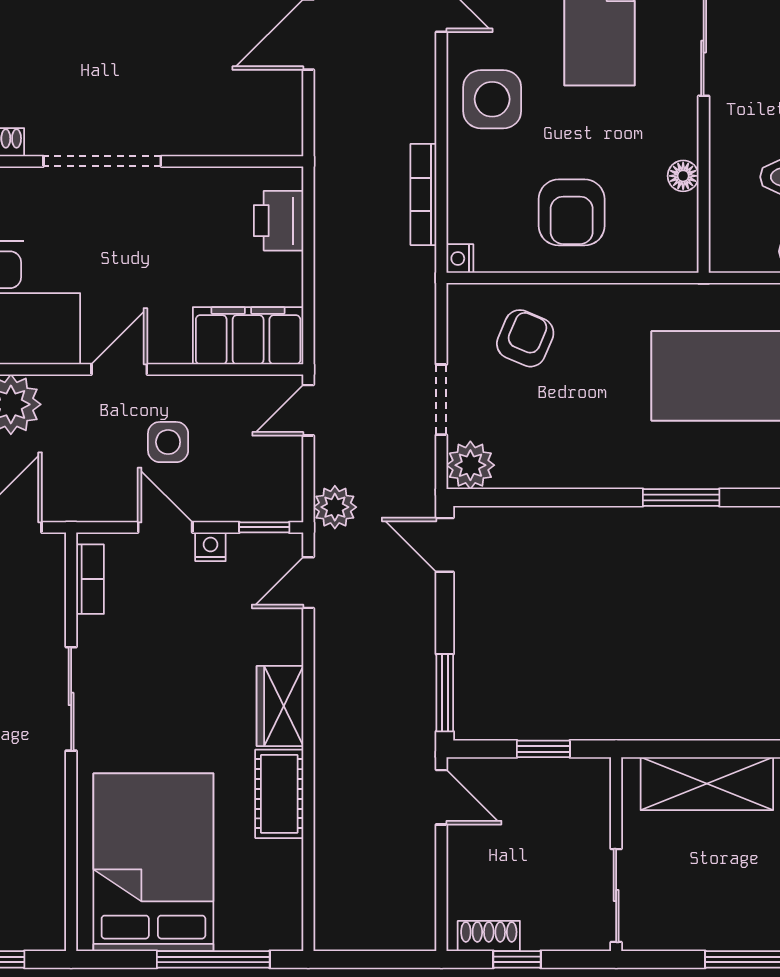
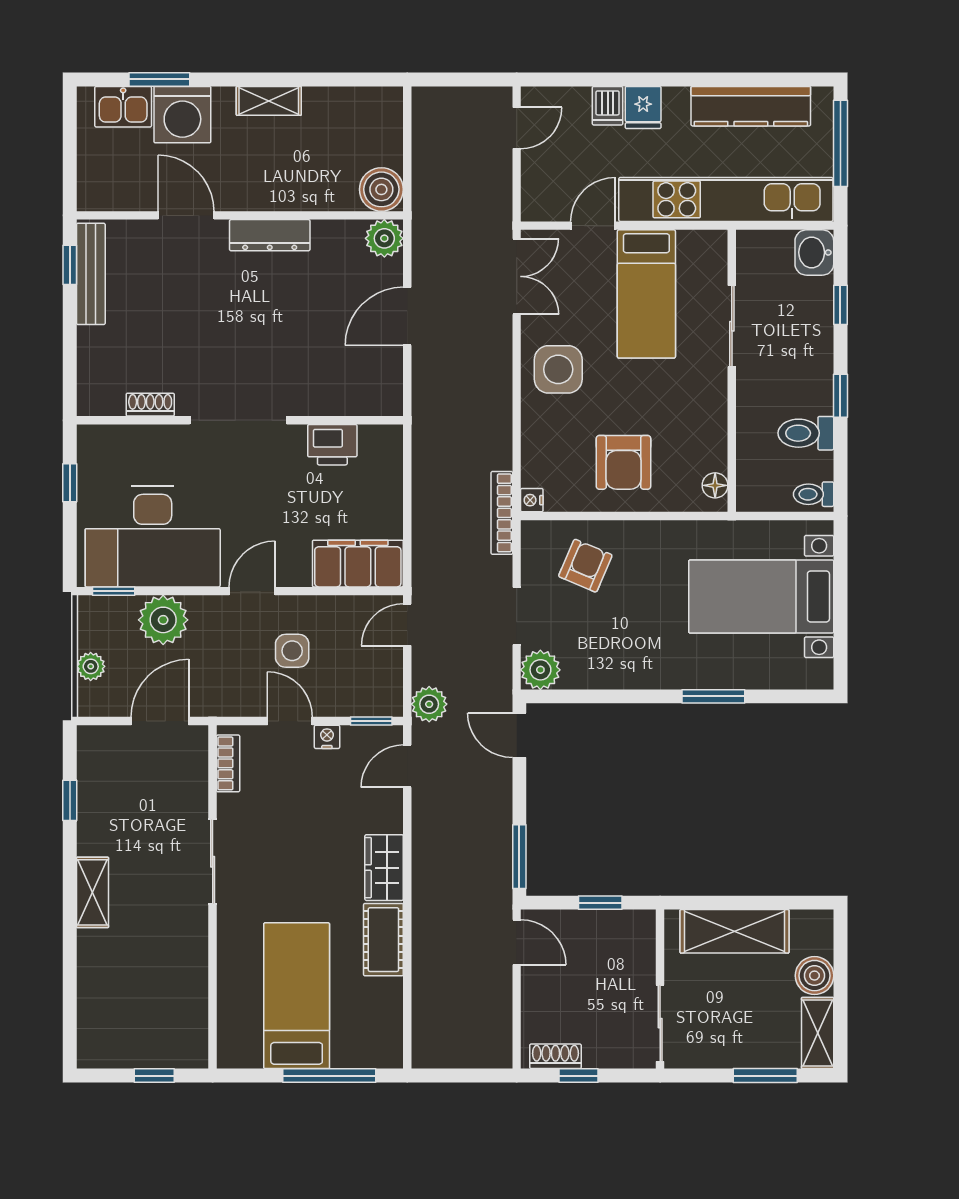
floor lamp: (683, 176) -> (715, 485), moved
bookcase: (423, 194) -> (502, 513), moved
printer: (279, 221) -> (332, 445), moved, turned -90
bed: (153, 862) -> (297, 996), width x0.67

